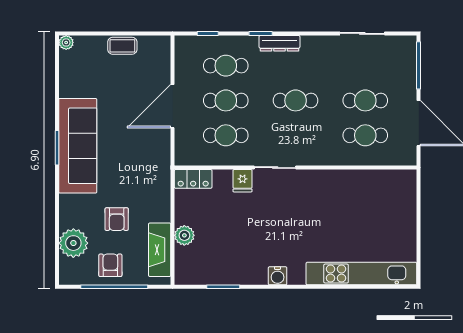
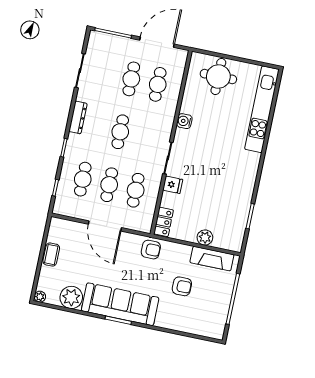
dresser: (279, 43) -> (78, 117), moved
round table: (391, 210) -> (218, 76), added
plant: (73, 243) -> (71, 297), moved
armchair: (110, 265) -> (151, 250), moved, turned 180
water cooler: (278, 276) -> (184, 121), moved, turned 180

